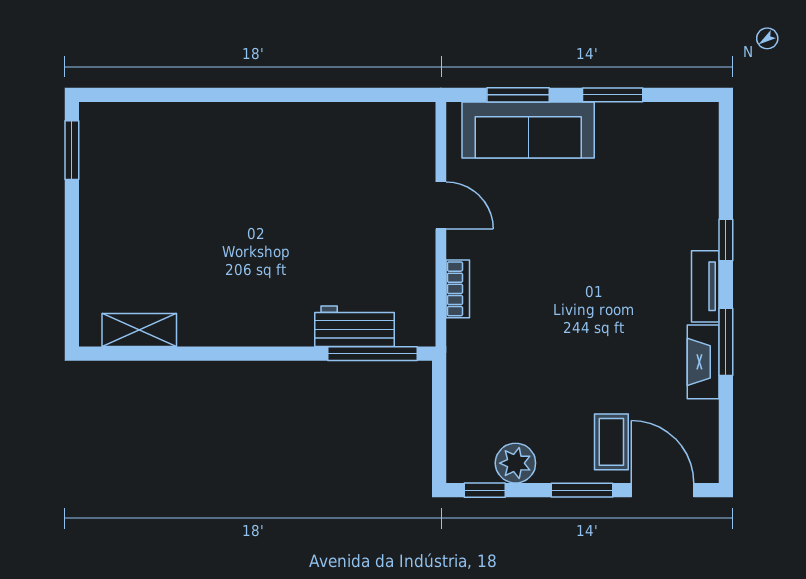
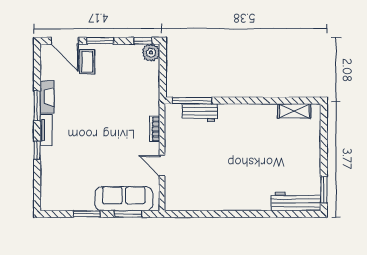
workbench: (135, 123) -> (296, 202), added
plant: (515, 463) -> (151, 53), moved

